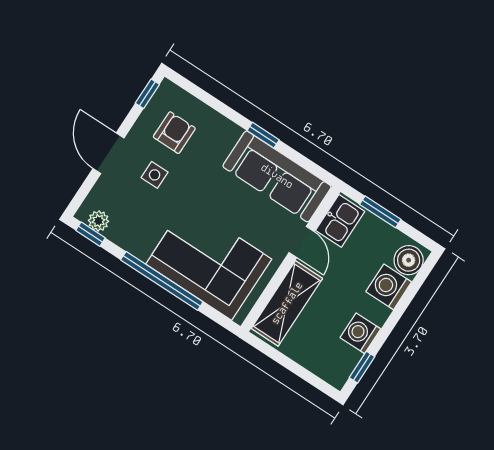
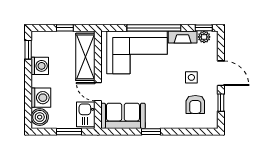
window: (147, 94) -> (221, 103), moved
sofa: (277, 176) -> (123, 116), width x0.73
fireplace: (129, 241) -> (183, 37), added
window: (289, 364) -> (65, 28), added

